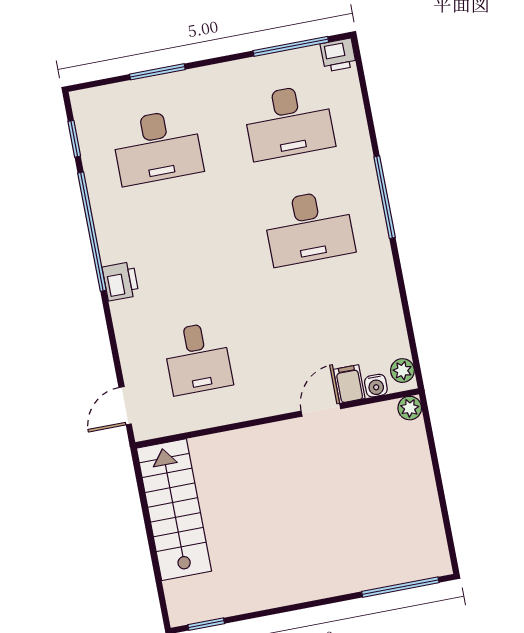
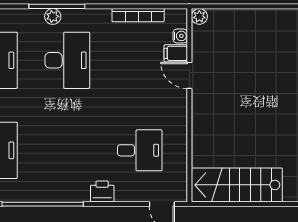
printer: (121, 281) -> (102, 192), moved
bookcase: (394, 318) -> (138, 15), added
plant: (402, 371) -> (53, 16), moved

